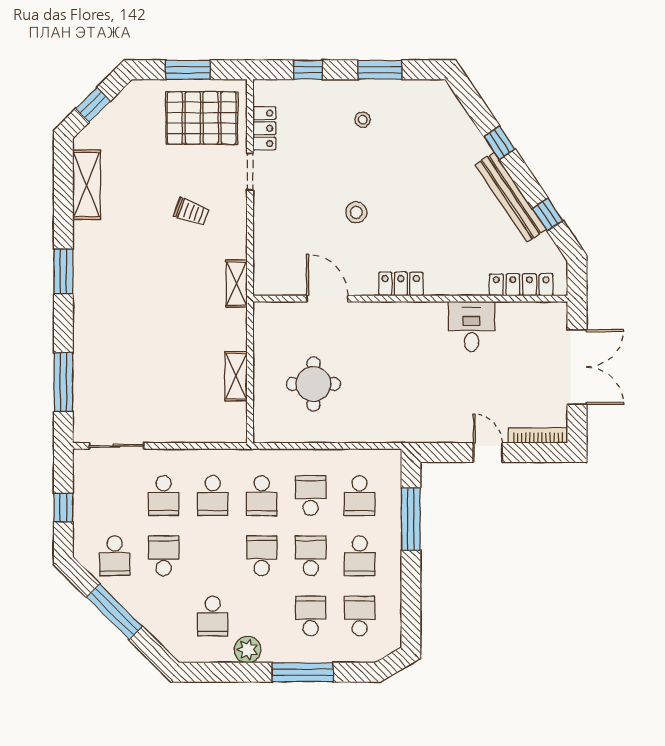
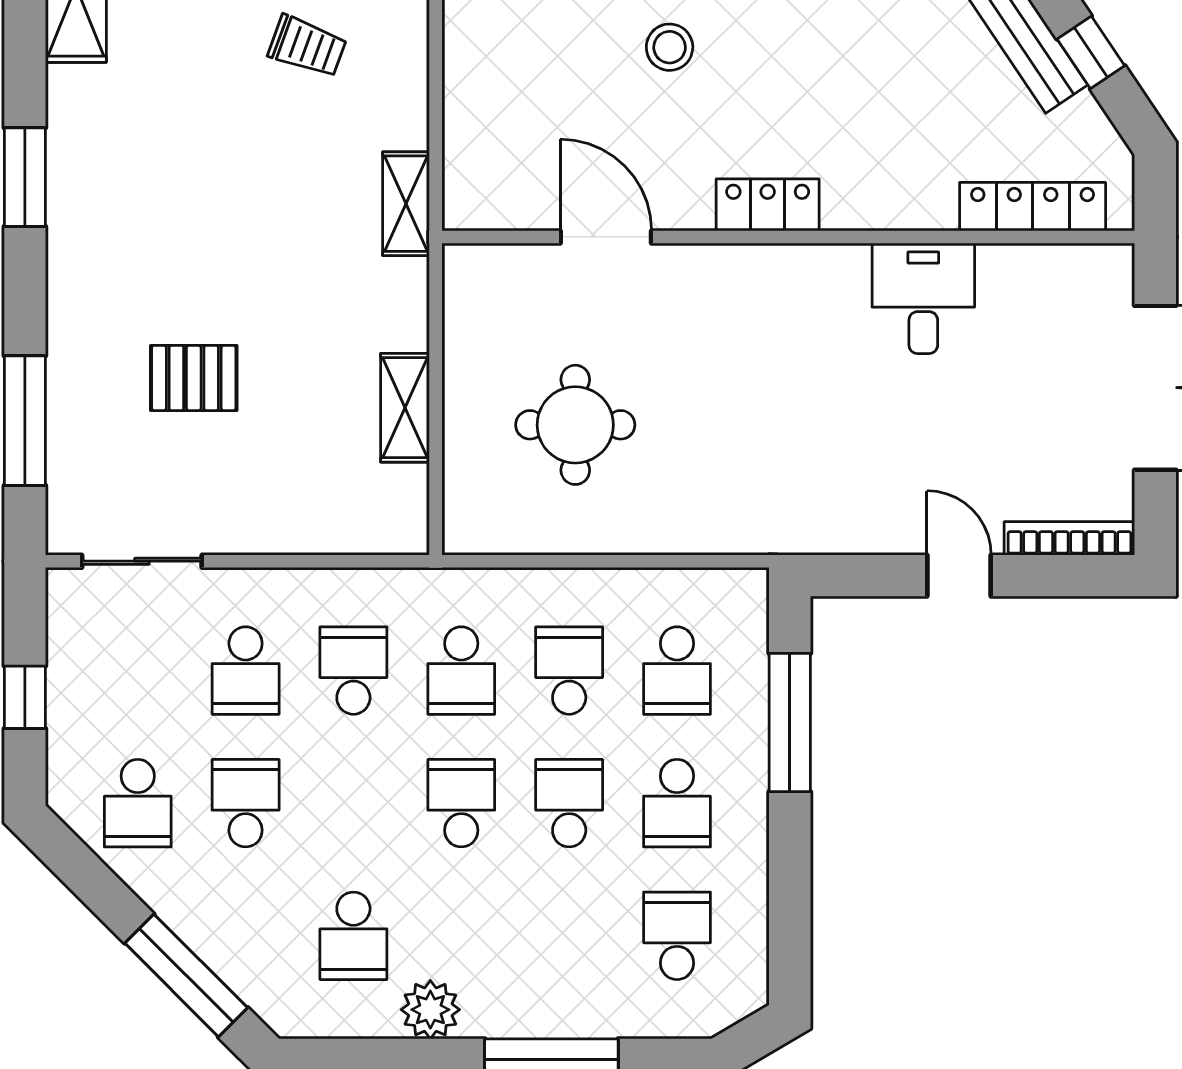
pallet: (140, 363) -> (194, 378), added
school desk: (213, 496) -> (353, 671), turned 180
window: (114, 612) -> (186, 975), moved
school desk: (311, 616) -> (569, 936), removed

